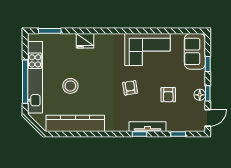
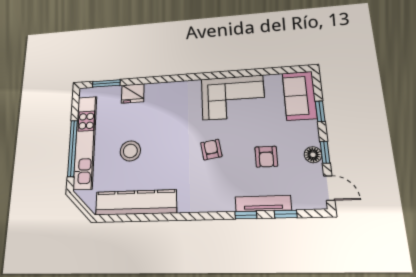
fridge: (85, 41) -> (133, 93), moved
door: (208, 118) -> (329, 188), hinge flipped
tv unit: (147, 127) -> (263, 203), moved
window: (139, 134) -> (246, 215), moved

